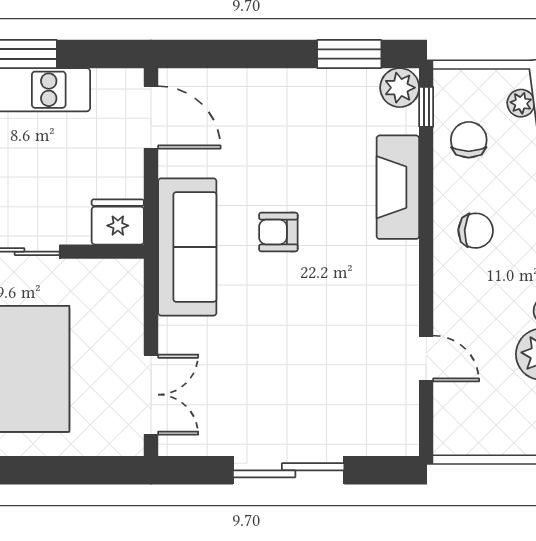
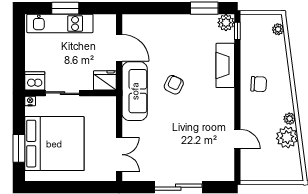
door: (151, 117) -> (119, 48), moved
chair: (469, 140) -> (256, 45), removed
armchair: (278, 232) -> (174, 85), turned 116

